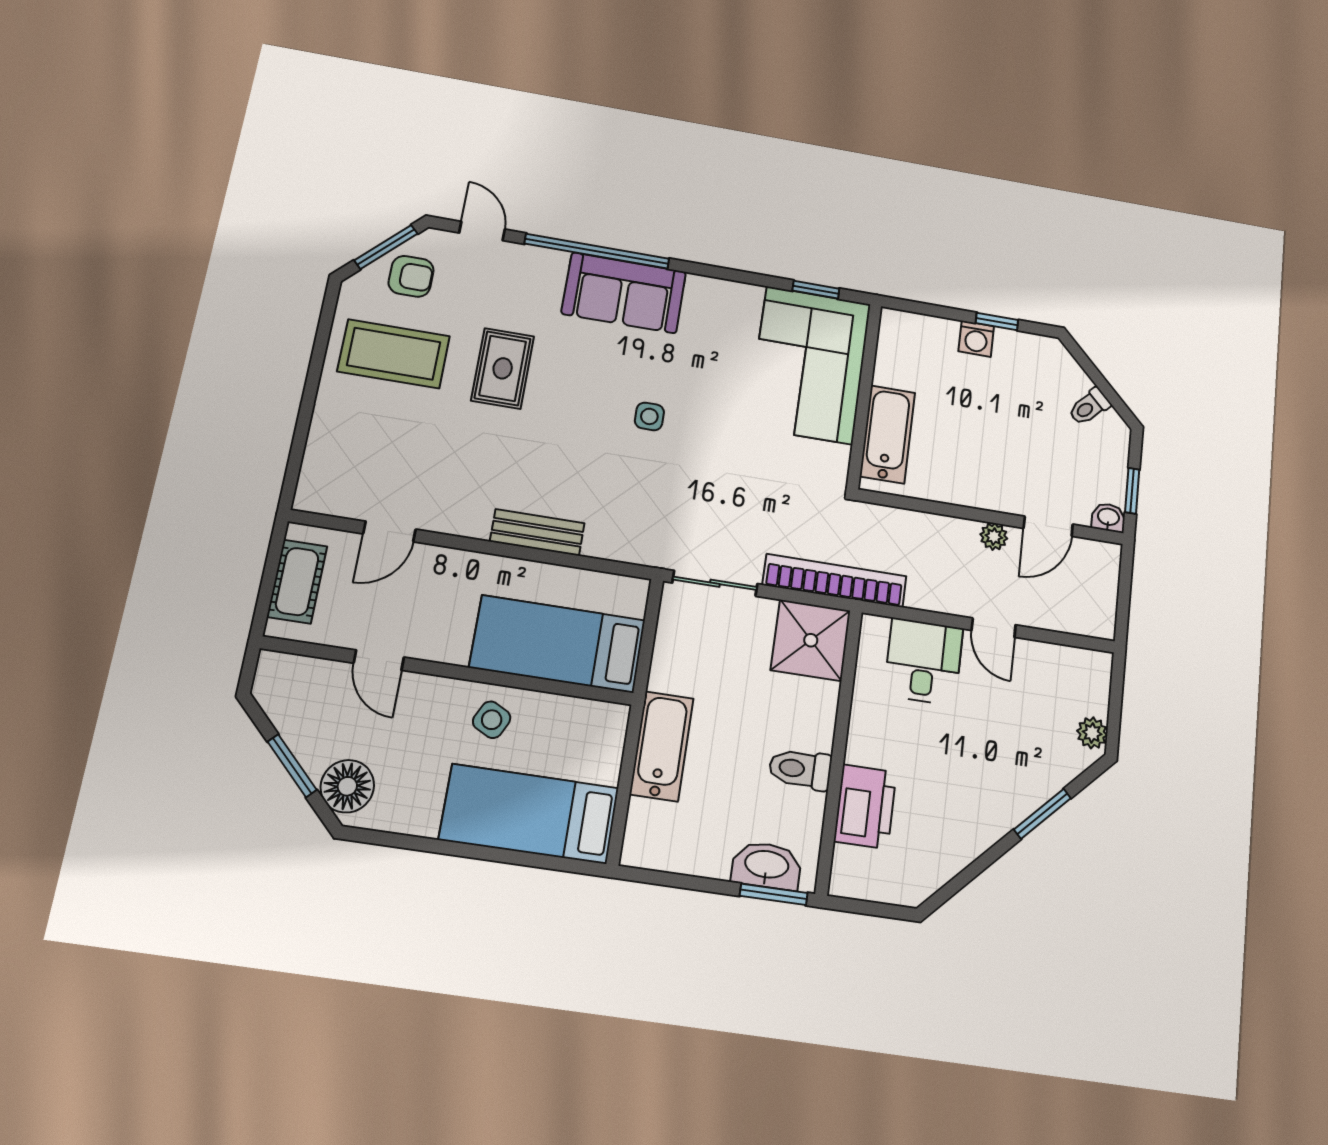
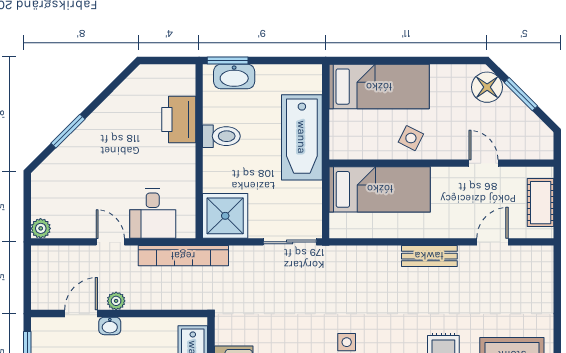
washbasin: (1108, 518) -> (110, 326), moved
bench: (537, 532) -> (429, 256), moved
bookcase: (835, 581) -> (183, 256), moved
plant: (1092, 733) -> (41, 228), moved
bathtub: (662, 746) -> (302, 137), width x1.36, depth x1.36

